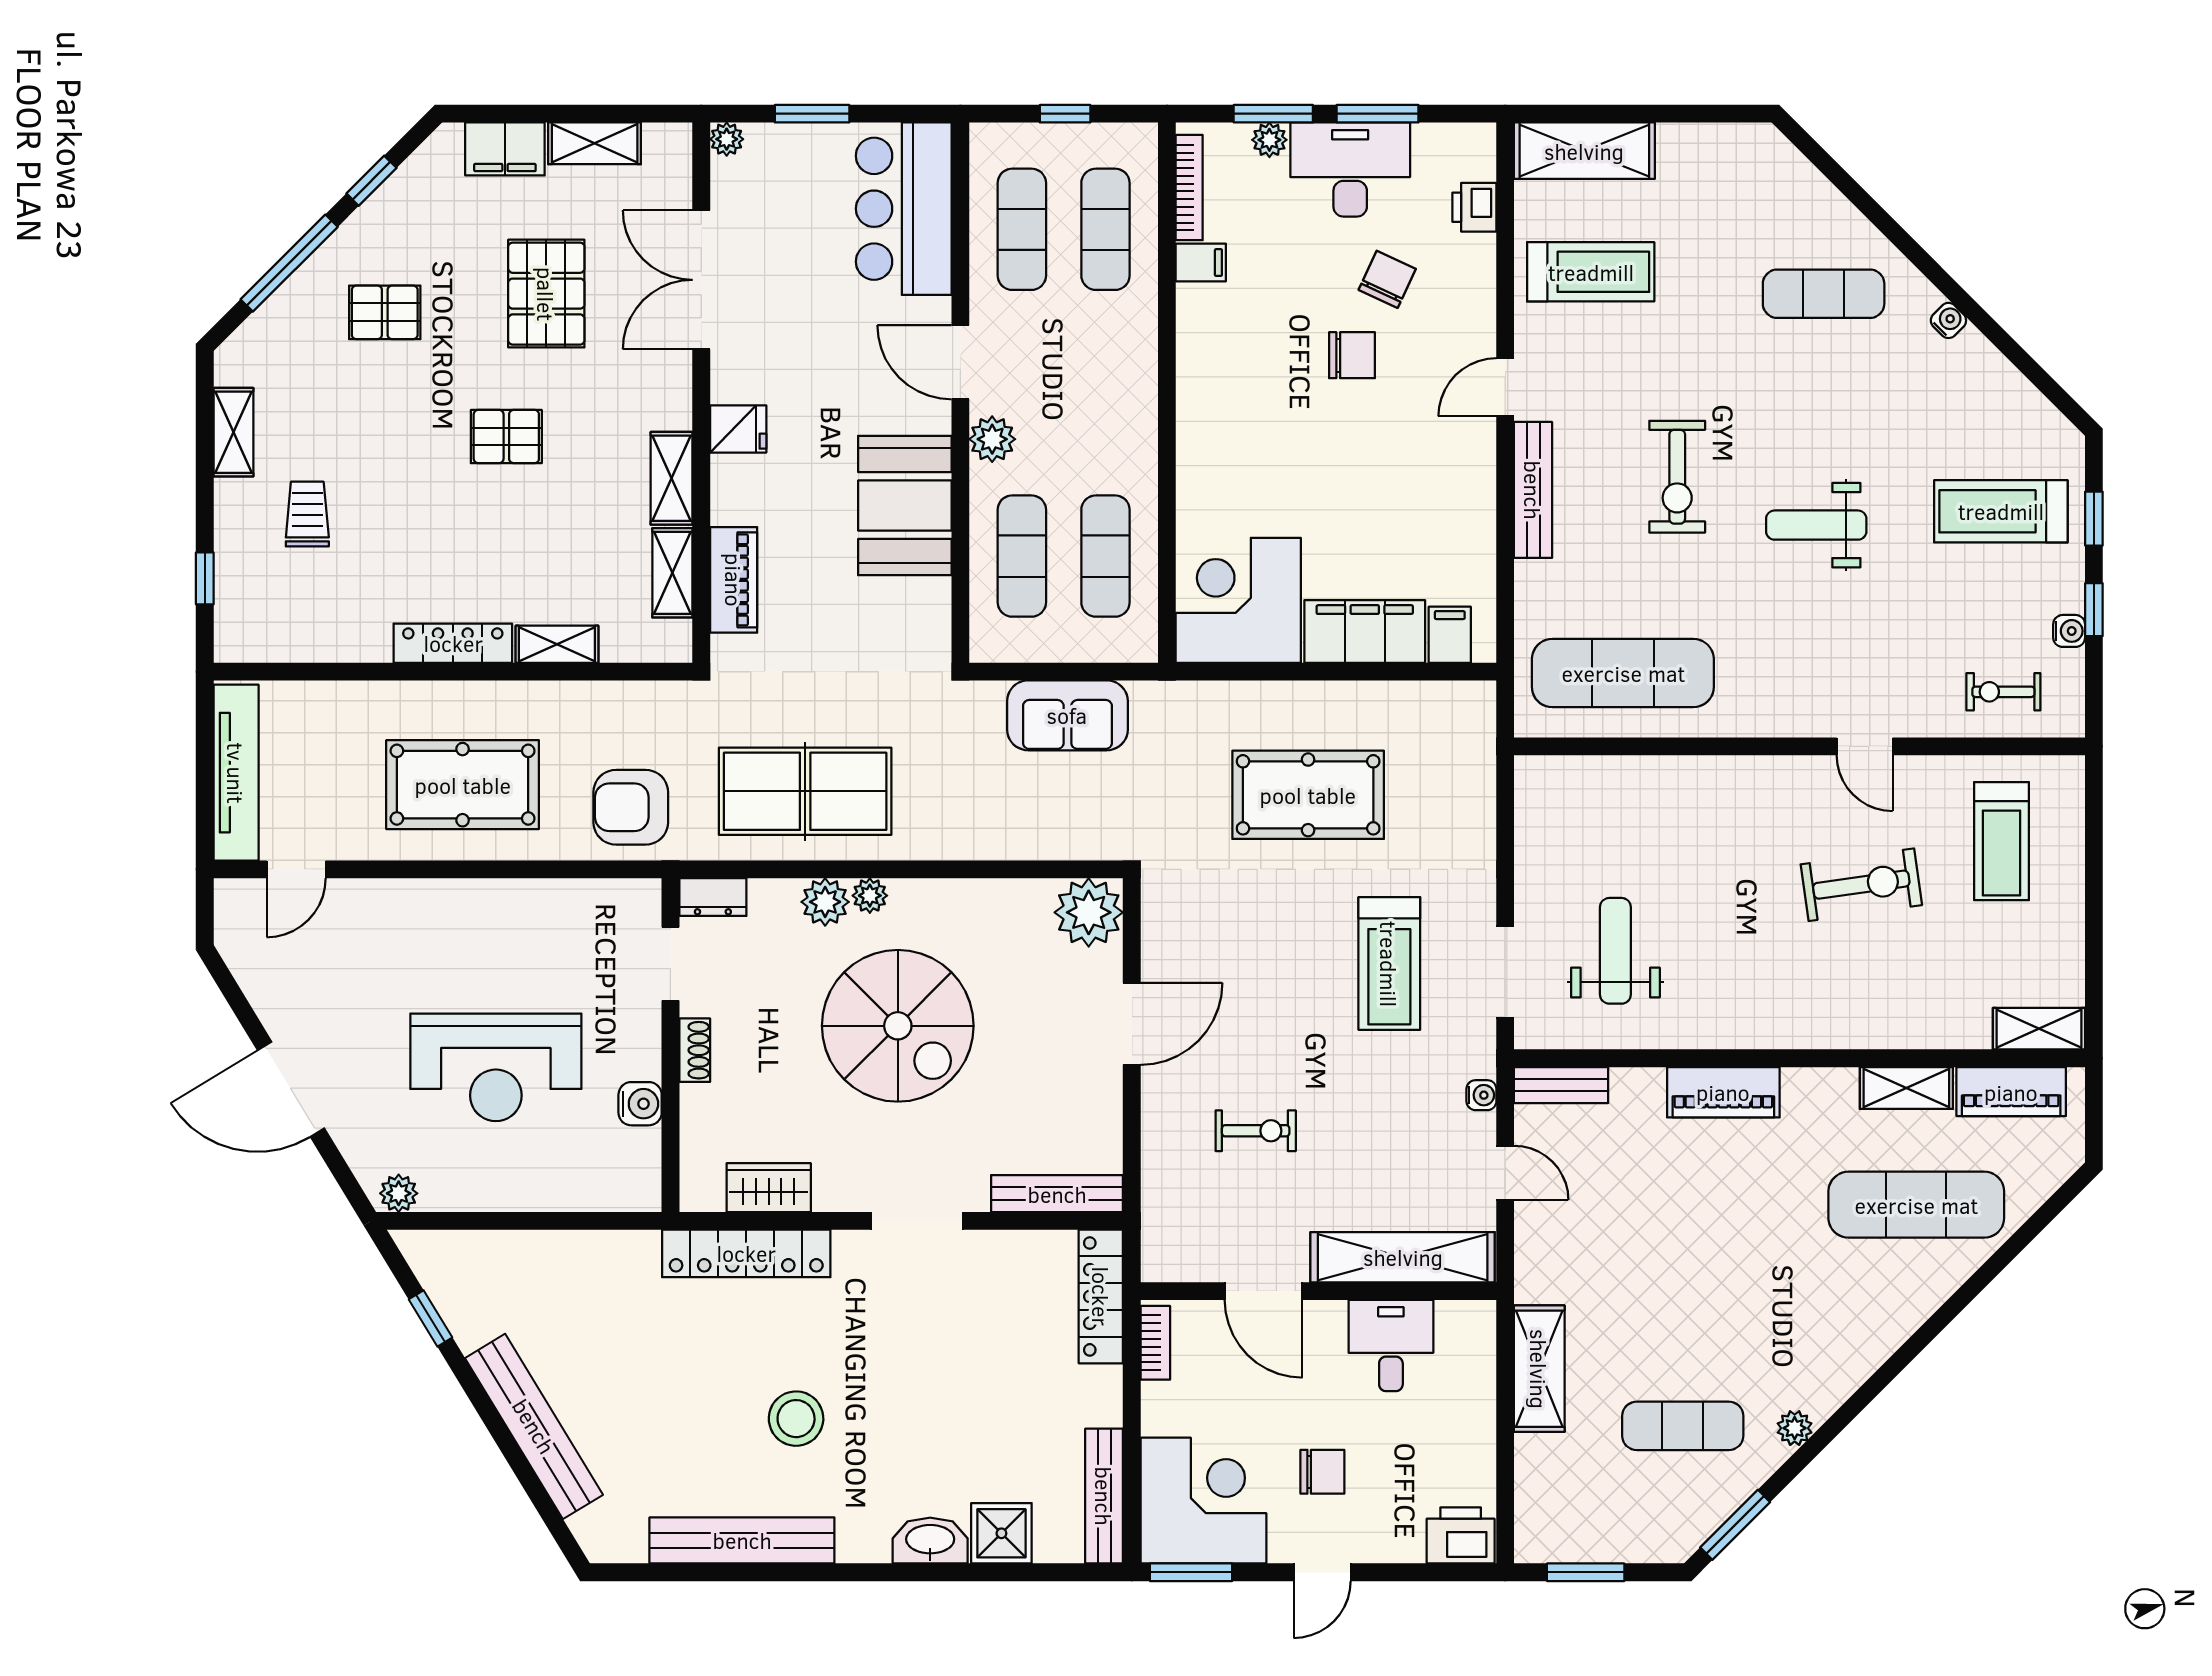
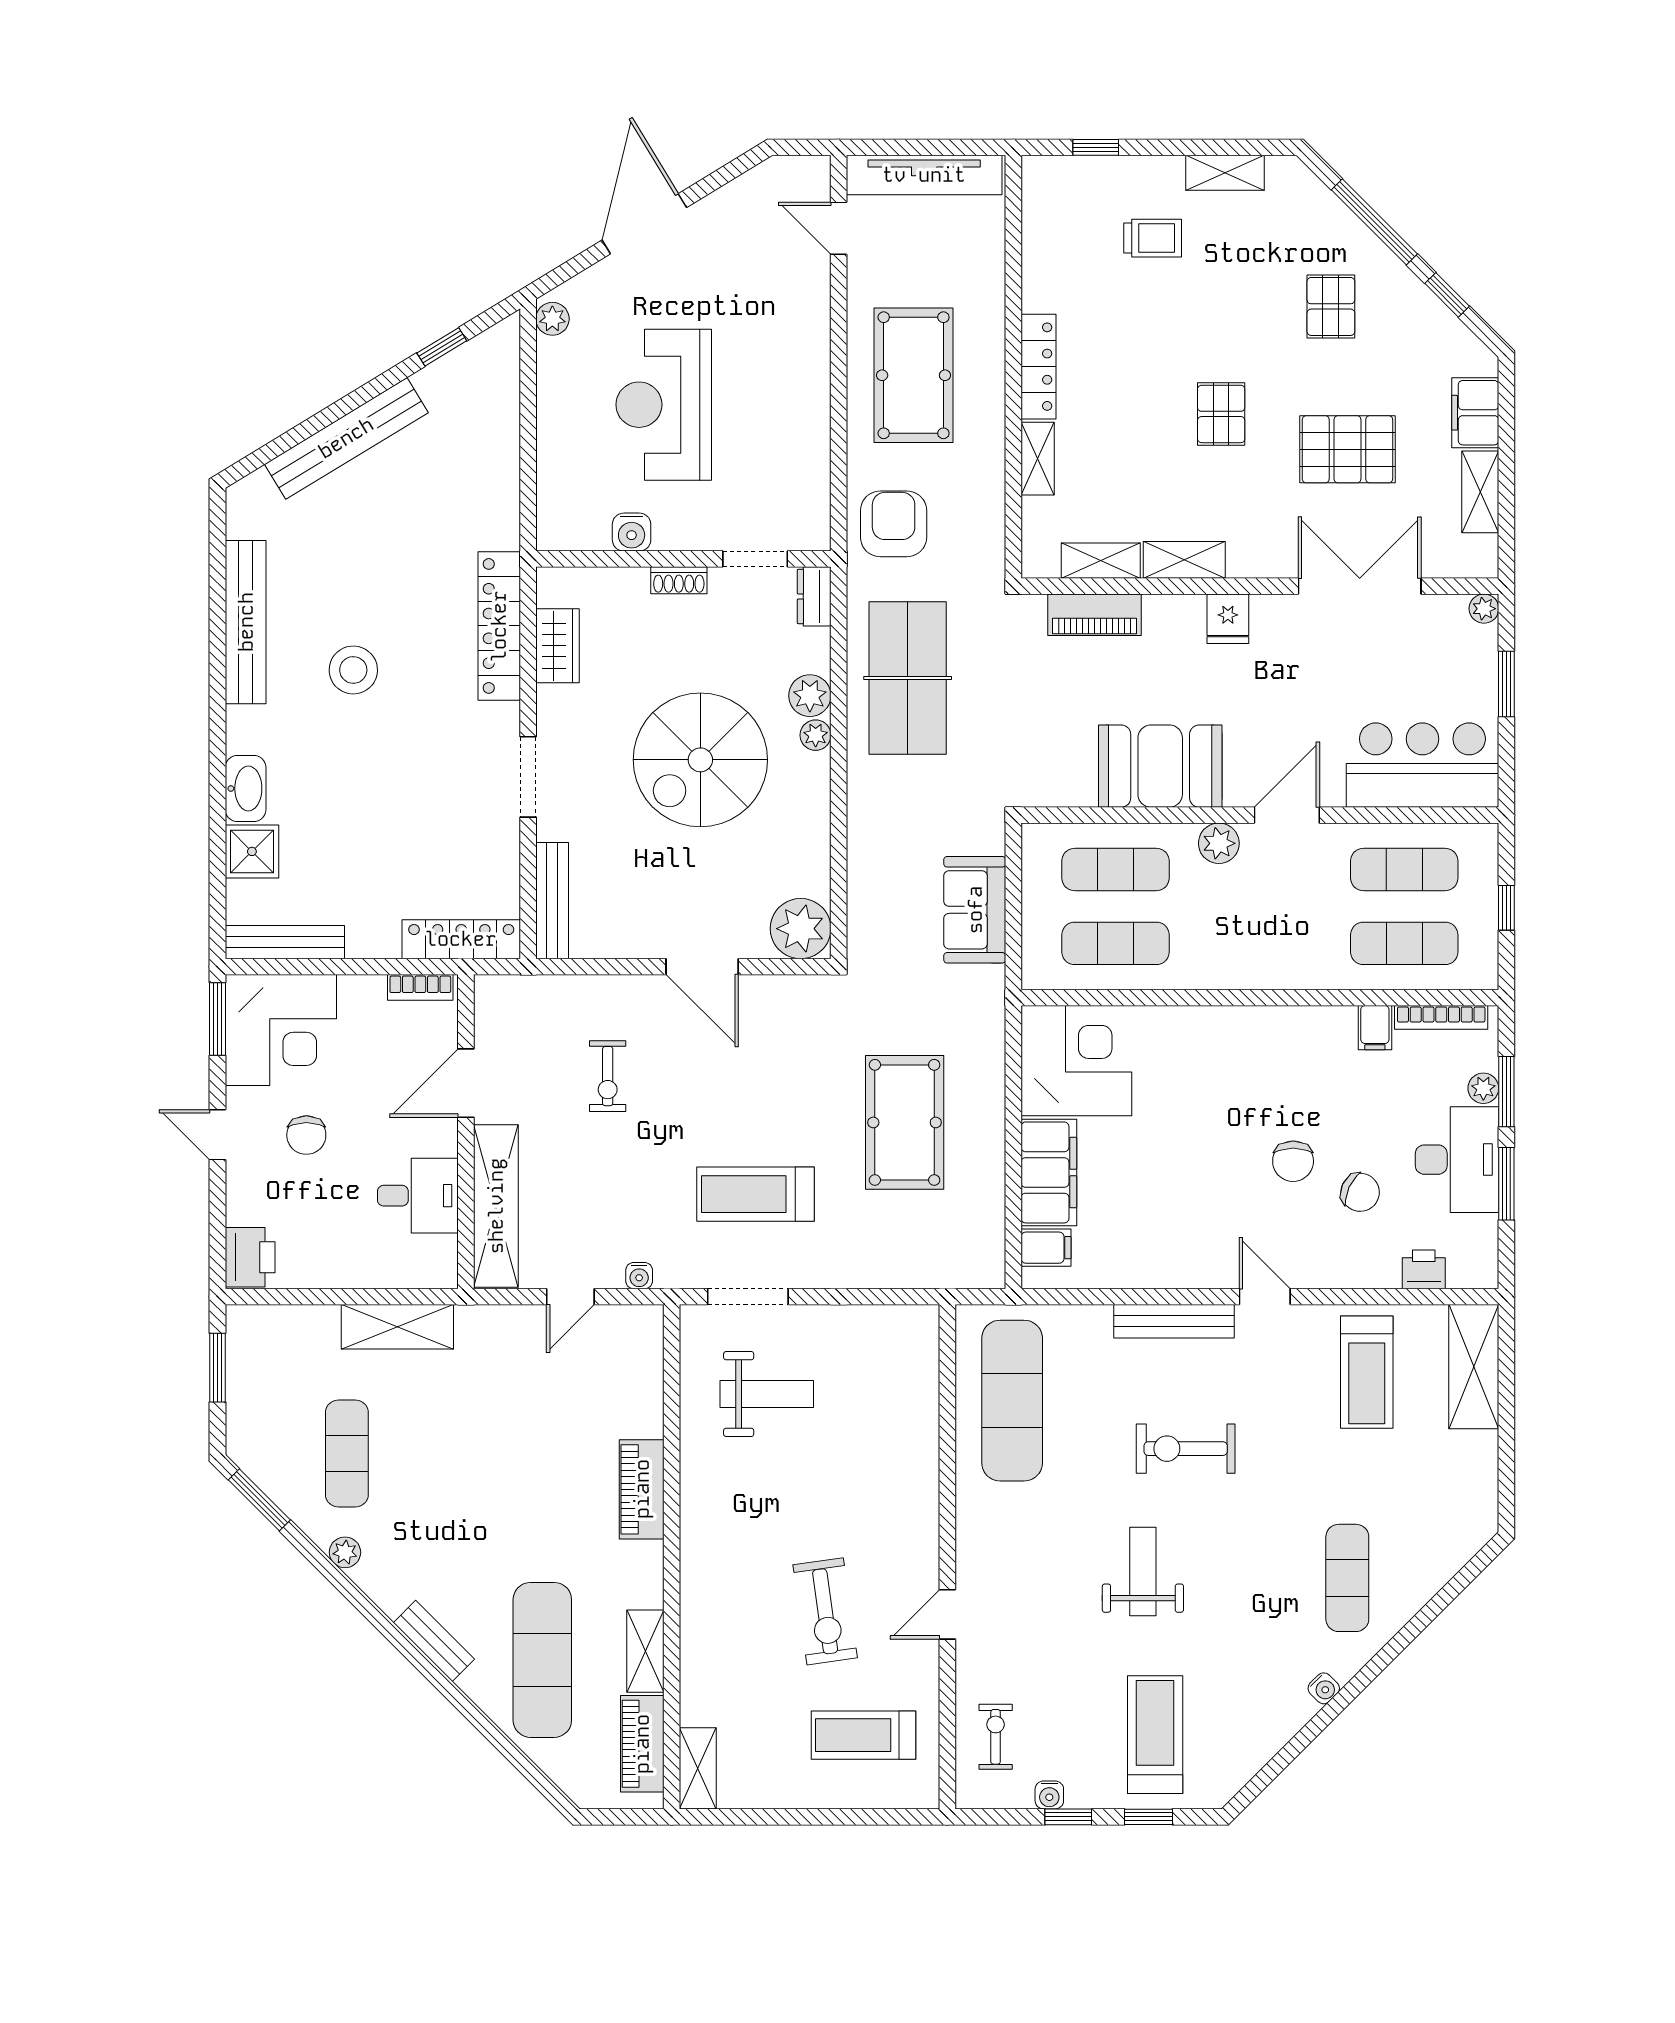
bench: (1561, 1085) -> (434, 1641), moved, turned -45

